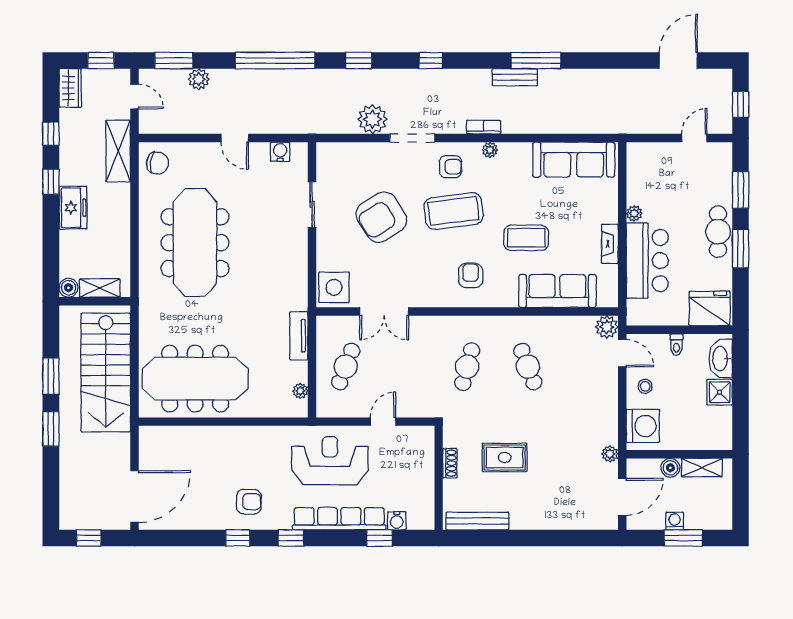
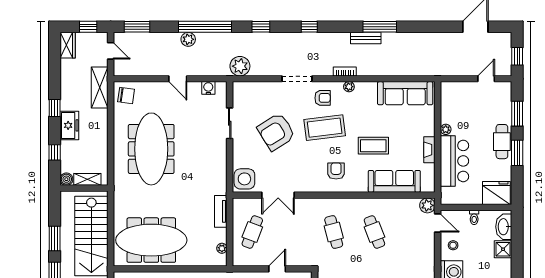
plant: (199, 79) -> (188, 39), moved
plant: (373, 119) -> (240, 66), moved
window: (51, 134) -> (55, 152), moved
cafe table: (467, 367) -> (334, 232), turned -30

